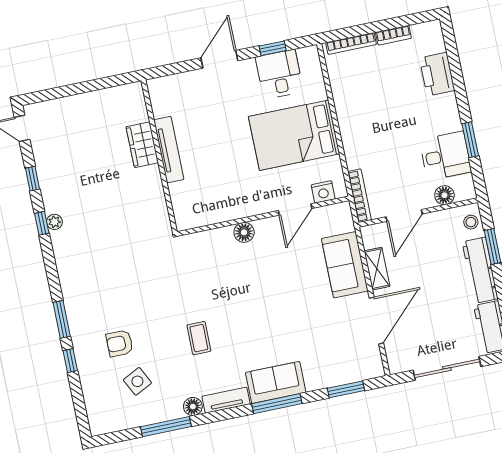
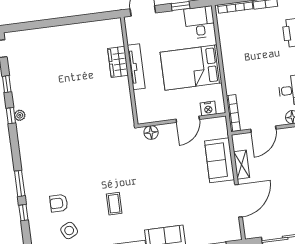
desk: (279, 74) -> (200, 22), moved
wardrobe: (142, 145) -> (118, 62), moved
tv unit: (169, 150) -> (136, 67), moved
wall: (159, 156) -> (129, 71), moved

